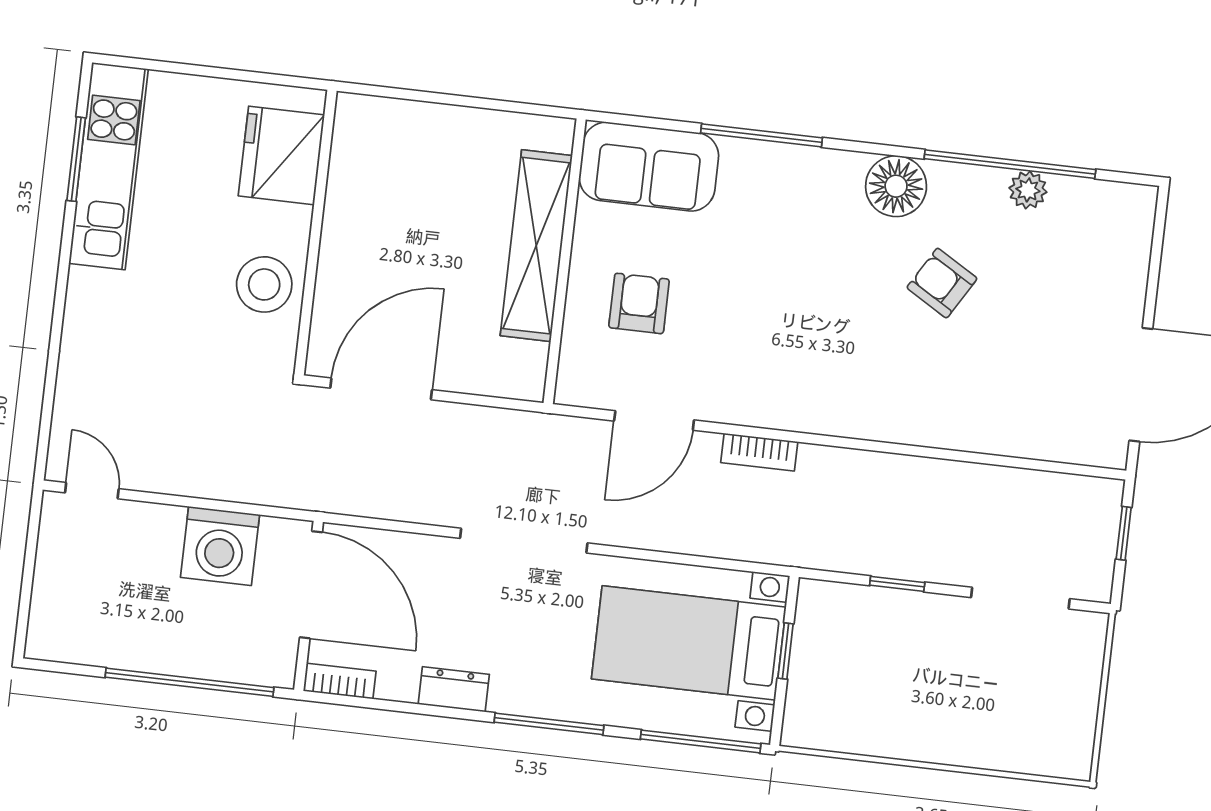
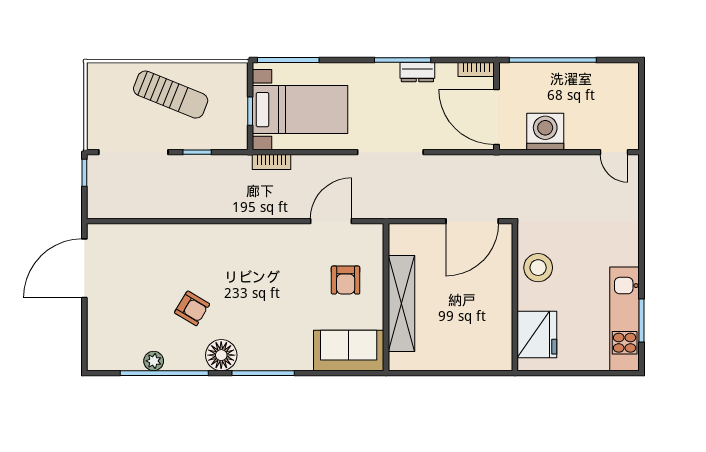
window: (761, 135) -> (263, 373), moved
bookcase: (759, 452) -> (272, 162), moved, turned 180
window: (1124, 533) -> (84, 173), moved
doorway: (1020, 598) -> (133, 152), width x1.36
sun lounger: (936, 701) -> (171, 95), added
window: (549, 724) -> (403, 60), moved

